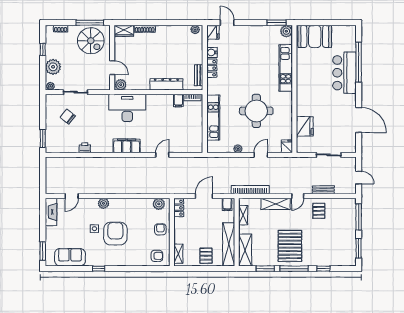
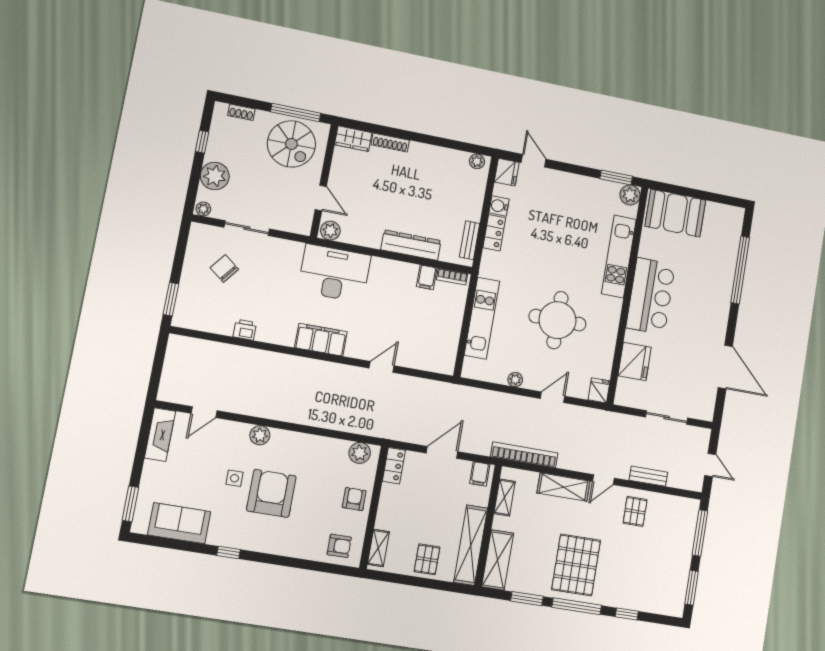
bar counter: (344, 73) -> (651, 296), moved, turned 180

